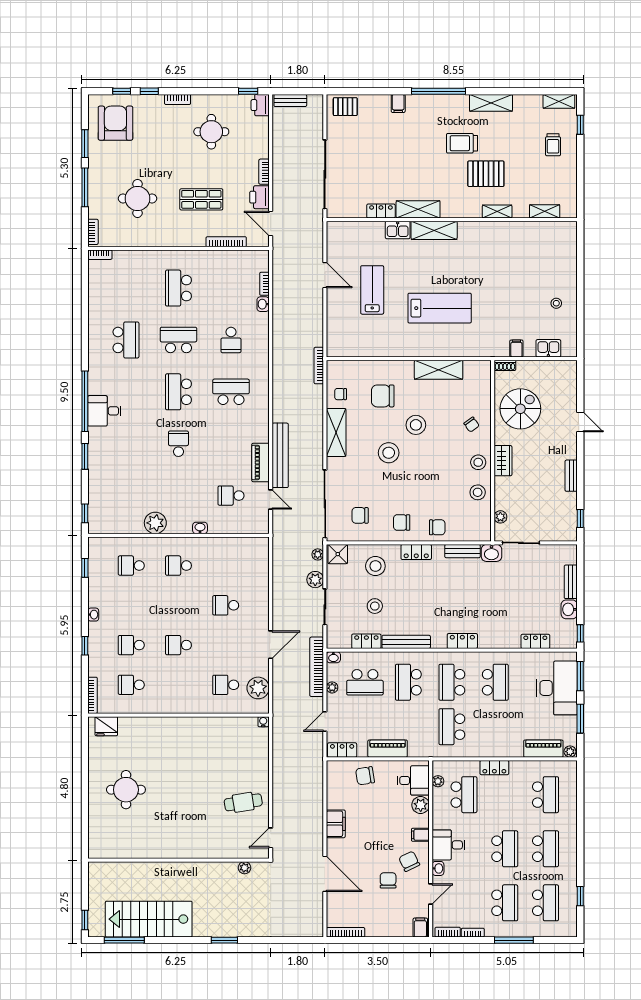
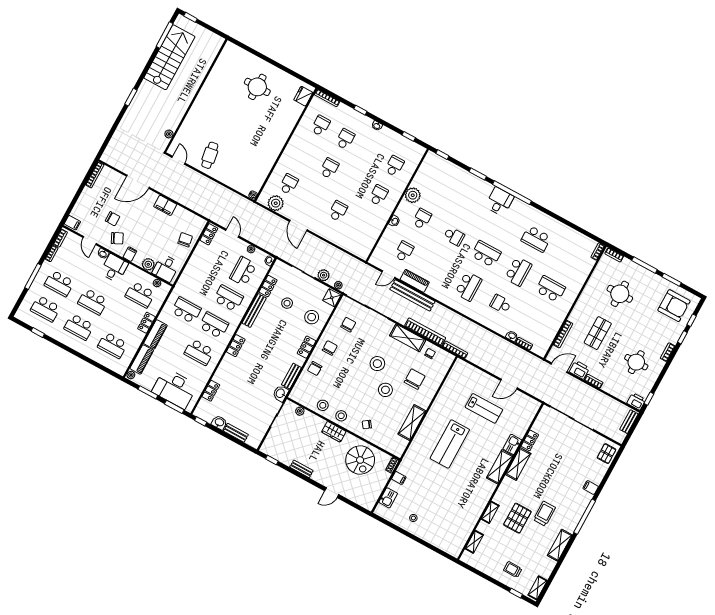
school desk: (178, 496) -> (422, 219), added
bookcase: (317, 667) -> (425, 332), moved
piano: (388, 749) -> (155, 334), moved

